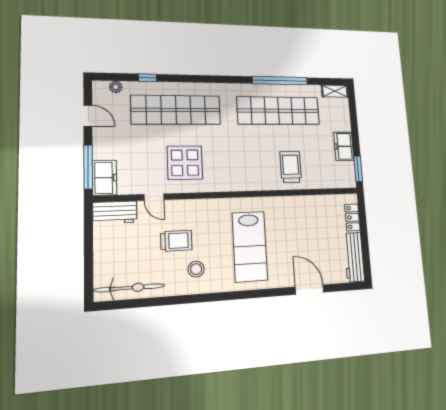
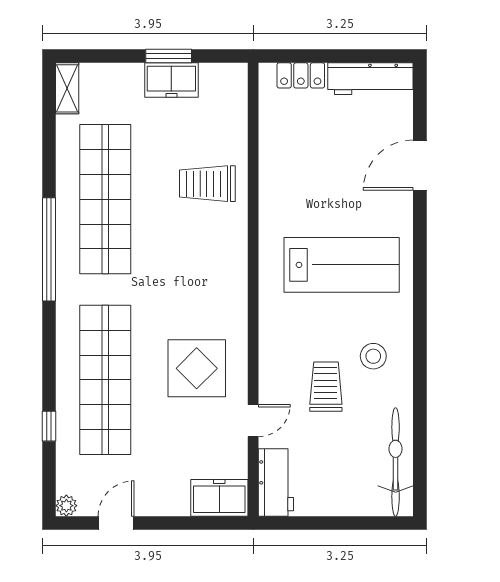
window: (280, 81) -> (49, 249), moved
plant: (116, 87) -> (66, 506), moved
window: (88, 167) -> (201, 523), removed
window: (358, 169) -> (169, 56), moved

